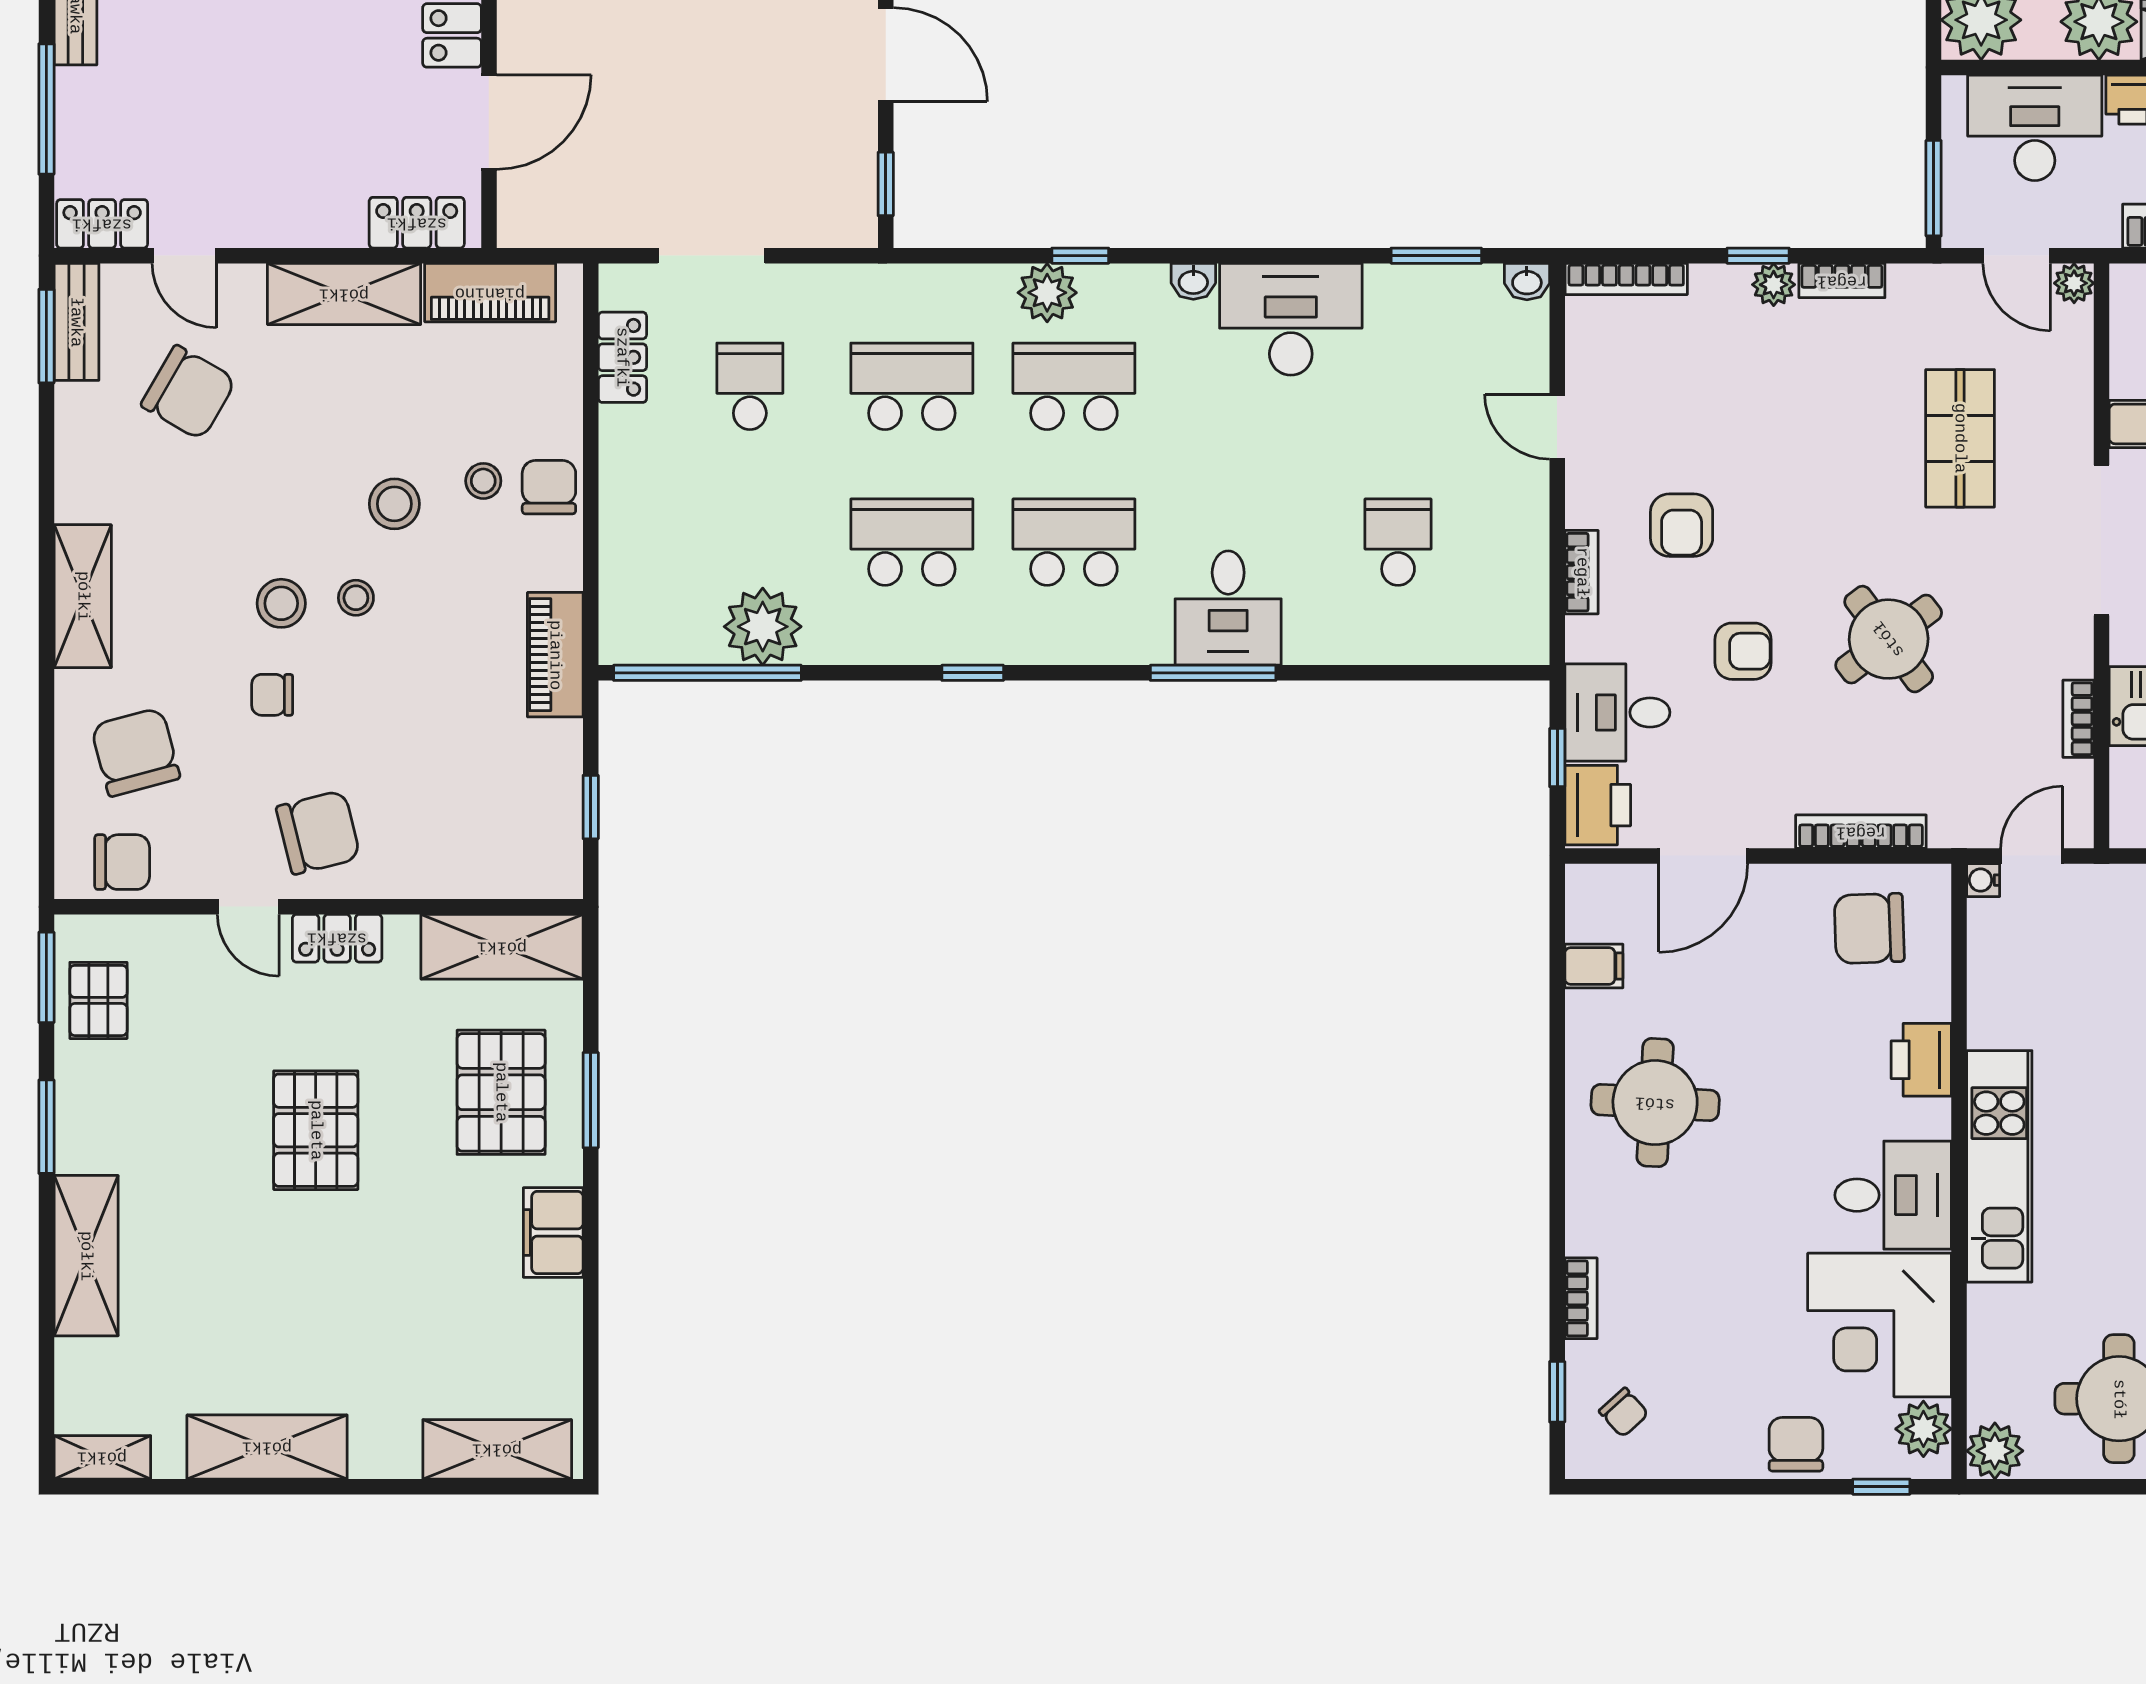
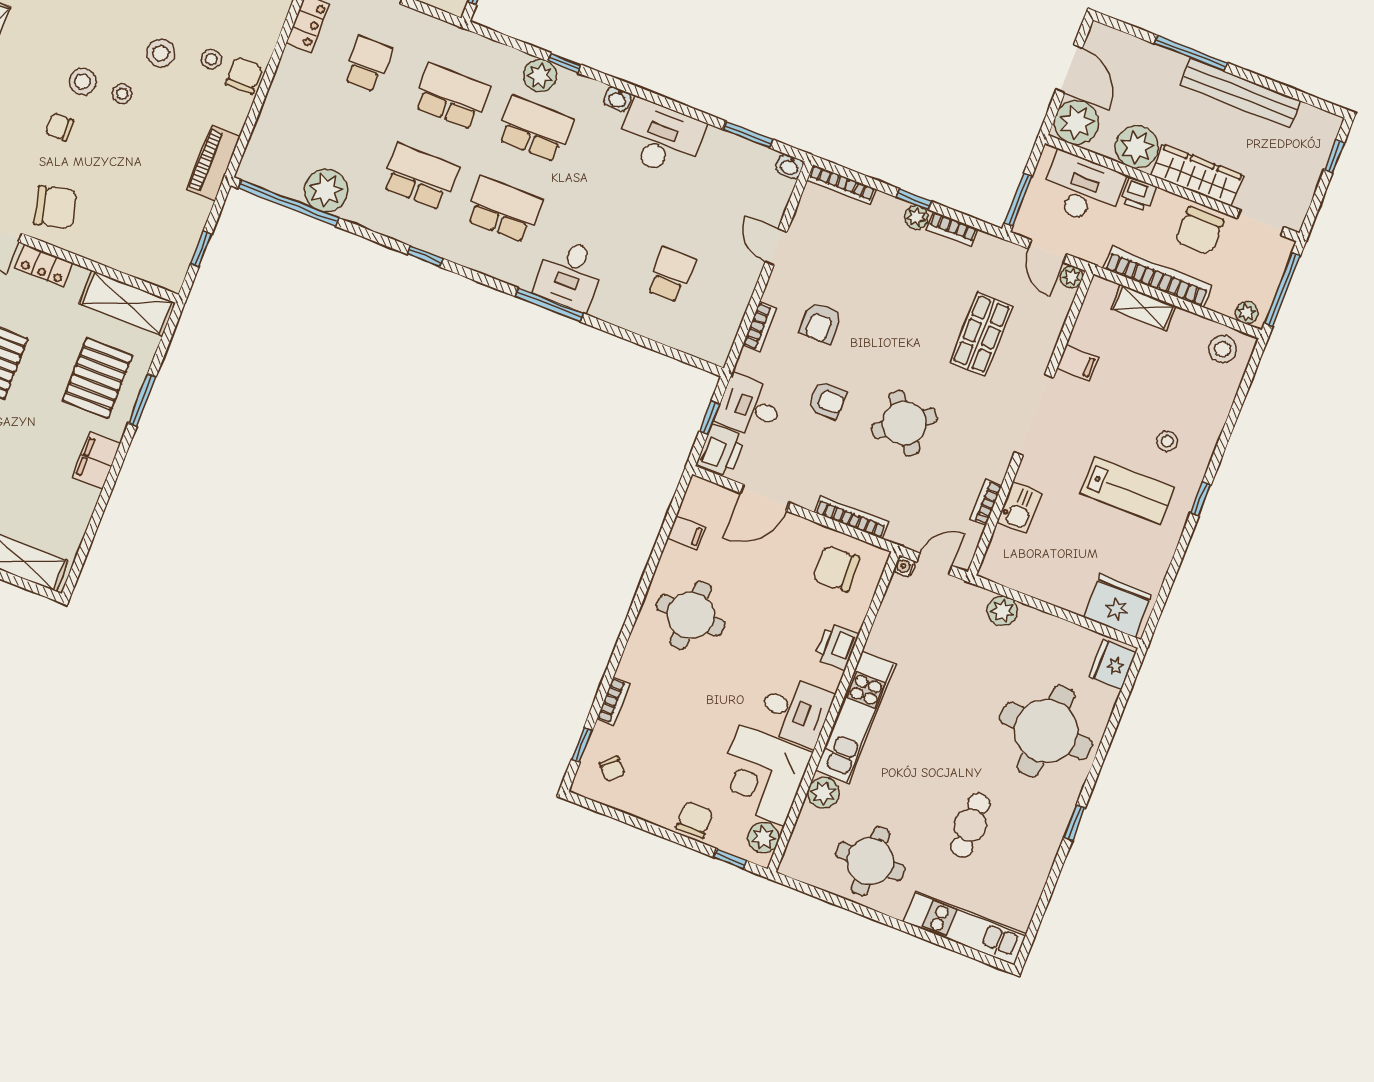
plant: (1995, 1451) -> (823, 793), moved

